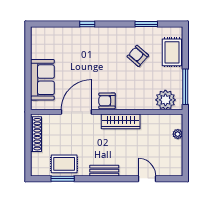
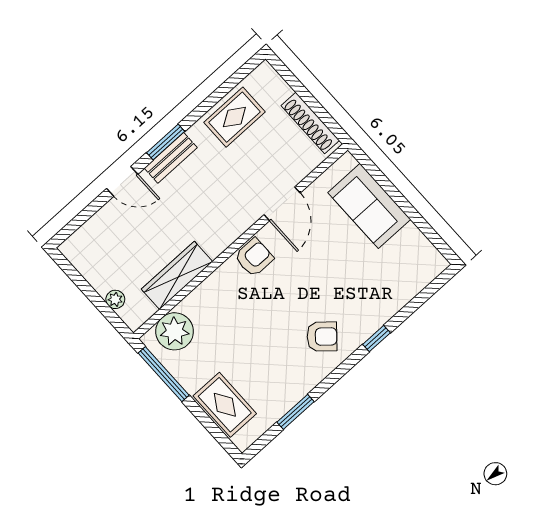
armchair: (138, 56) -> (322, 337), moved
door: (76, 112) -> (282, 204), width x0.73
wardrobe: (121, 121) -> (177, 275), moved
window: (63, 179) -> (166, 142), moved
door: (147, 179) -> (122, 181), moved

